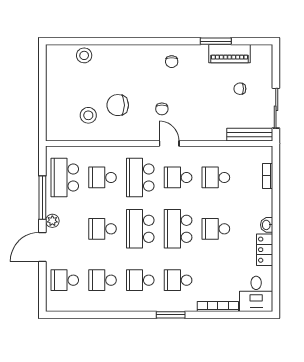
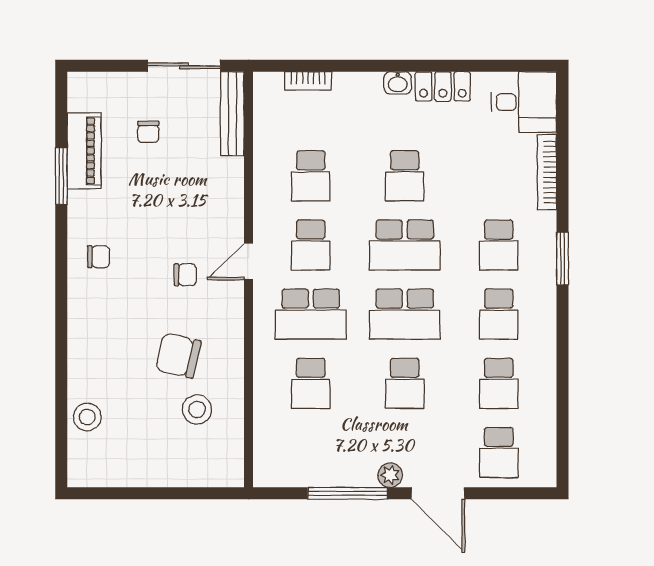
chair: (118, 105) -> (178, 356), turned 103
school desk: (65, 177) -> (311, 452), removed

